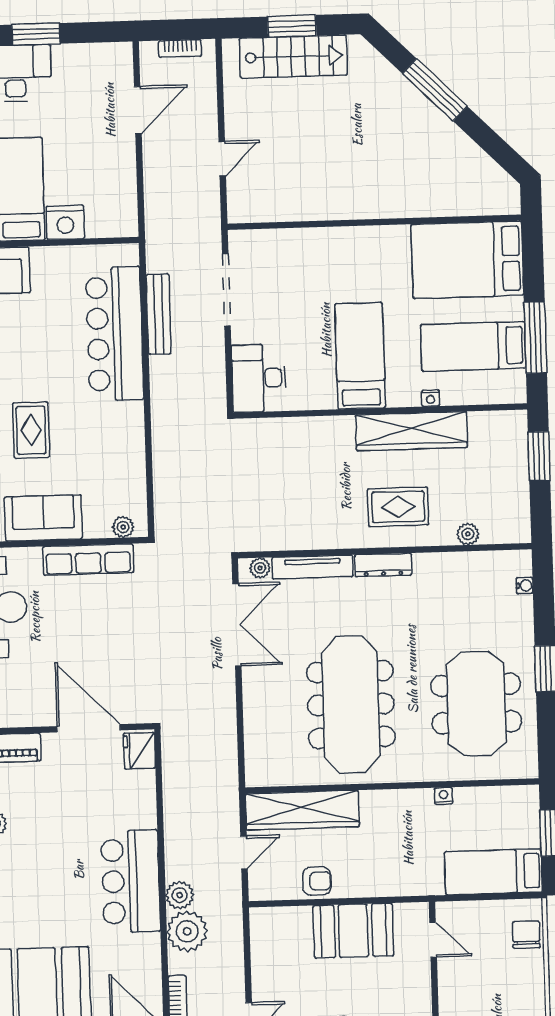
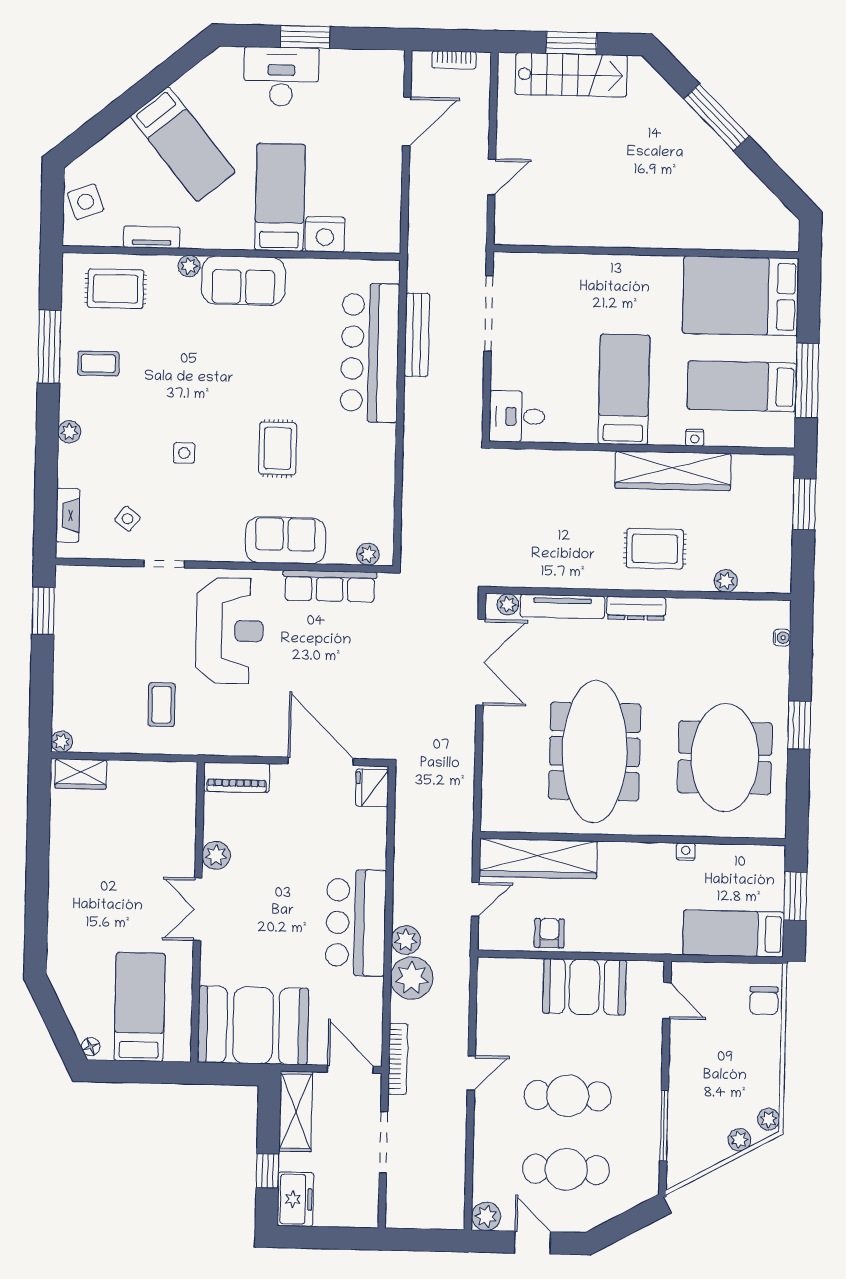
desk: (259, 378) -> (517, 417), width x0.73
armchair: (317, 881) -> (549, 933), turned -90
chair: (526, 935) -> (764, 1001), turned 180

